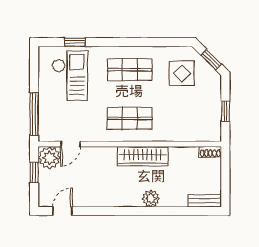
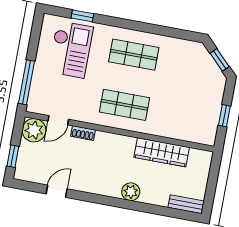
display table: (182, 73) -> (187, 68), removed
shoe rack: (210, 152) -> (83, 133), moved
wardrobe: (143, 156) -> (162, 152), moved
window: (34, 172) -> (13, 156), moved
door: (62, 211) -> (57, 191), moved

